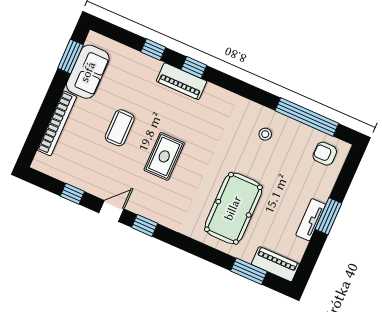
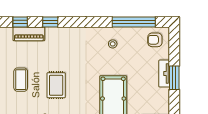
piano: (182, 81) -> (29, 34), moved
tv unit: (311, 220) -> (164, 74), moved

